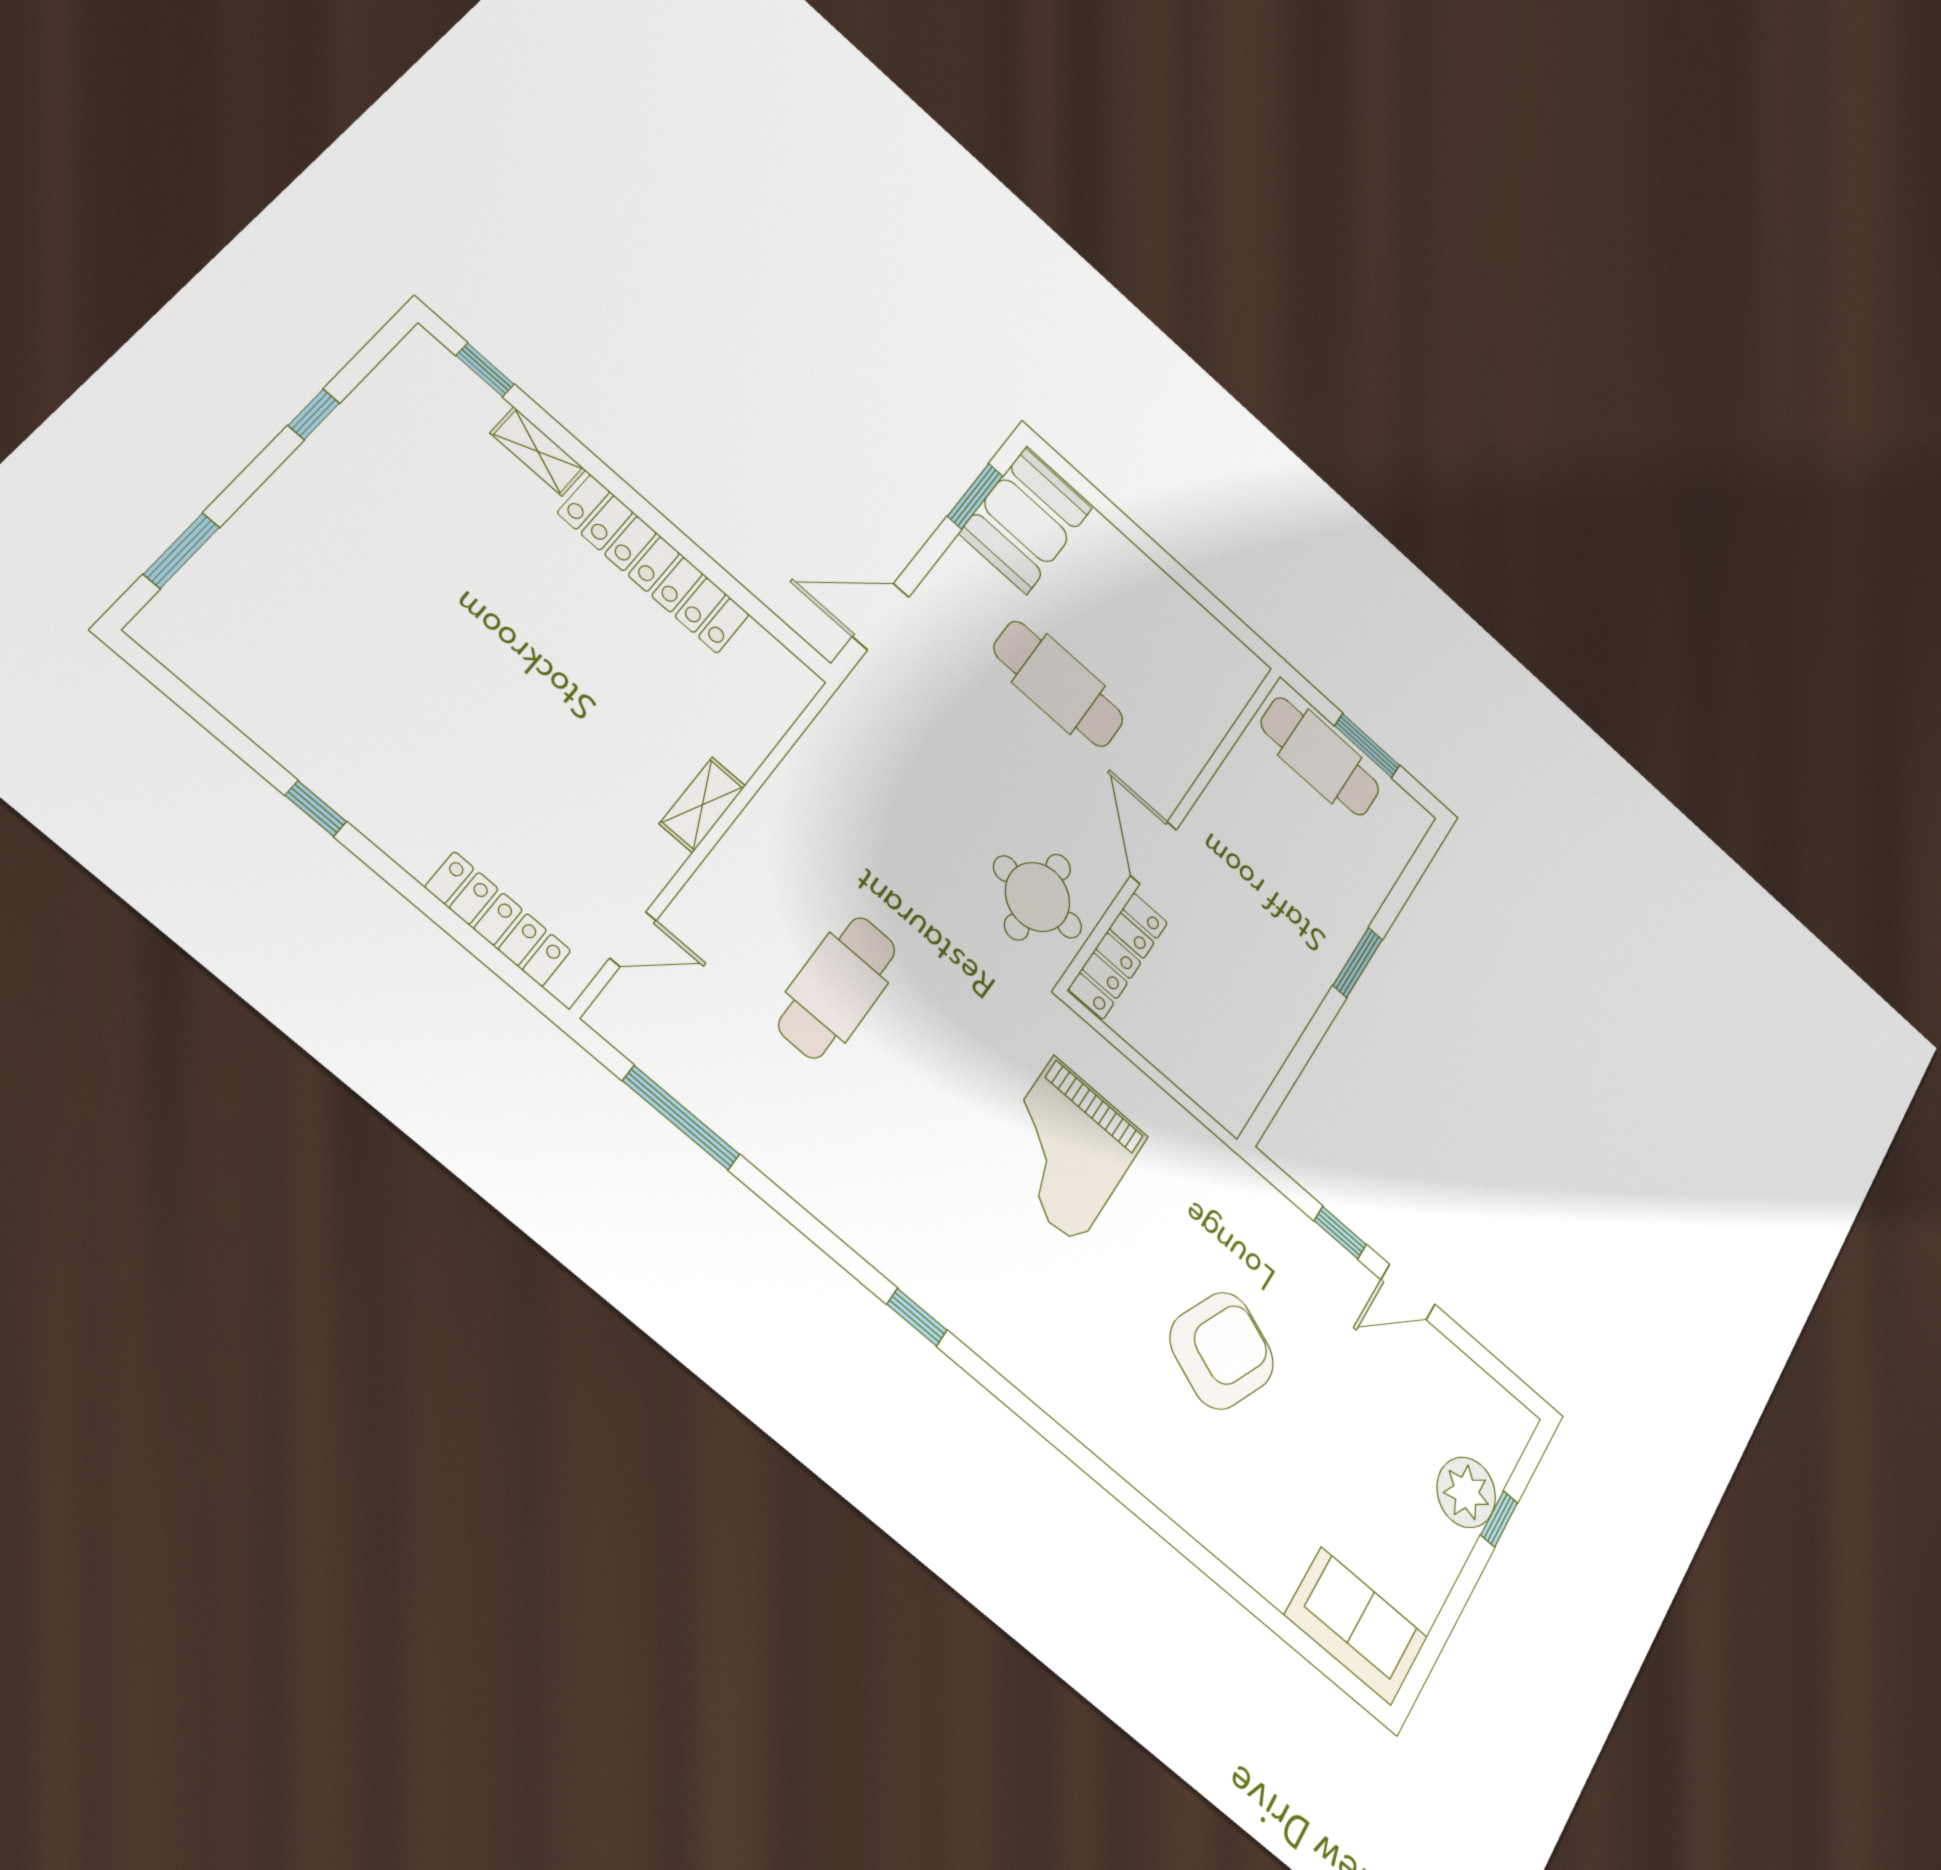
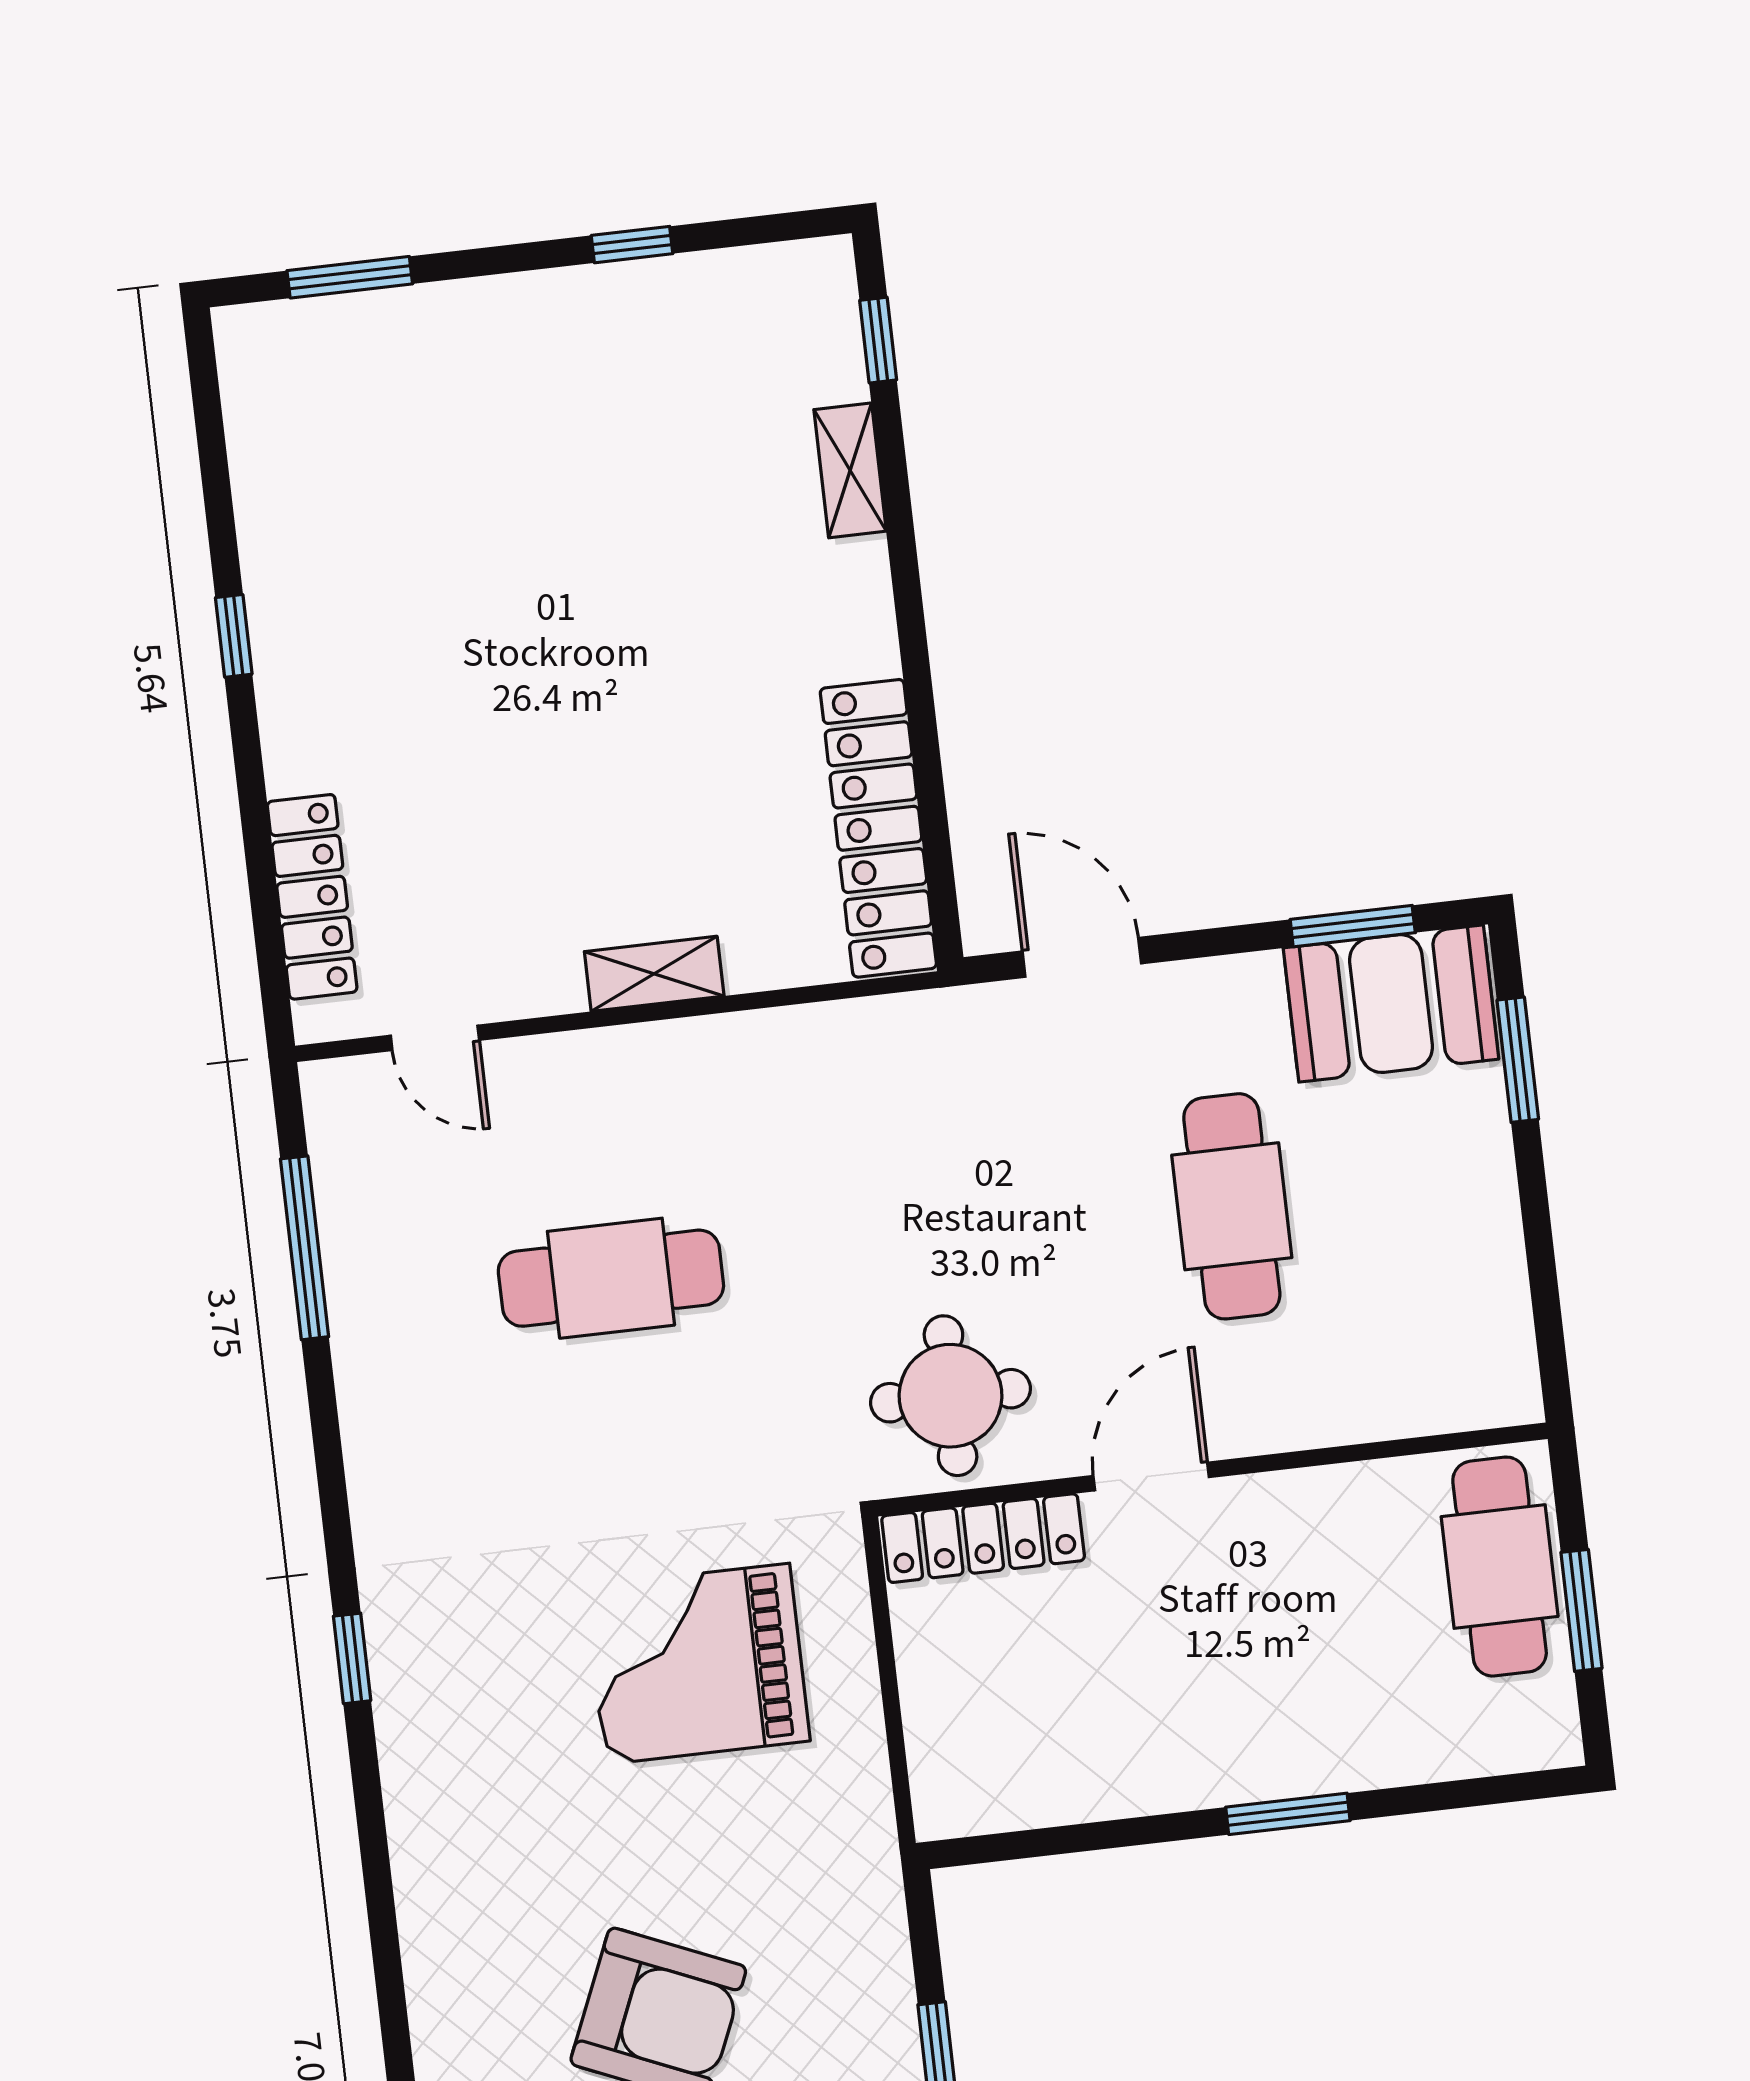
window: (1099, 502) -> (1518, 1060), added
locker: (654, 564) -> (878, 828), moved

